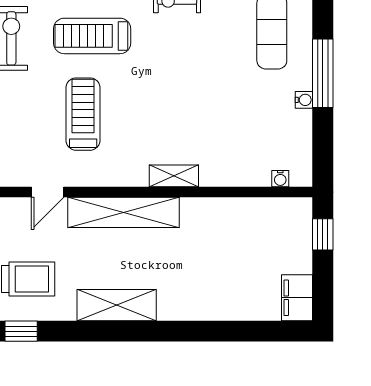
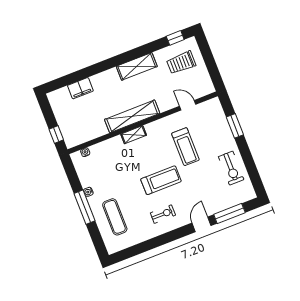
treadmill: (92, 36) -> (161, 180), moved
door: (48, 192) -> (188, 105), hinge flipped
shelving: (124, 212) -> (132, 116), moved
filing cabinet: (297, 298) -> (80, 88), moved, turned 90

